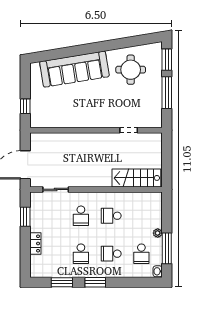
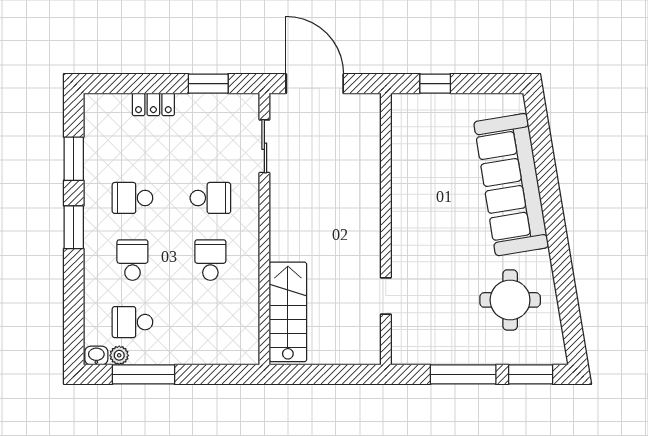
school desk: (81, 216) -> (210, 198), turned 180
plant: (158, 233) -> (119, 355), moved

